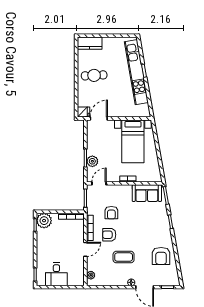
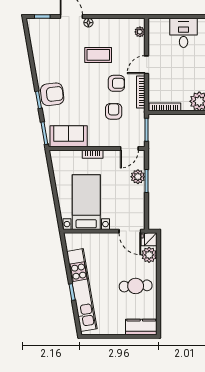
plant: (83, 100) -> (149, 255), added
door: (99, 118) -> (130, 231), hinge flipped
armchair: (161, 256) -> (52, 94), moved, turned 83

